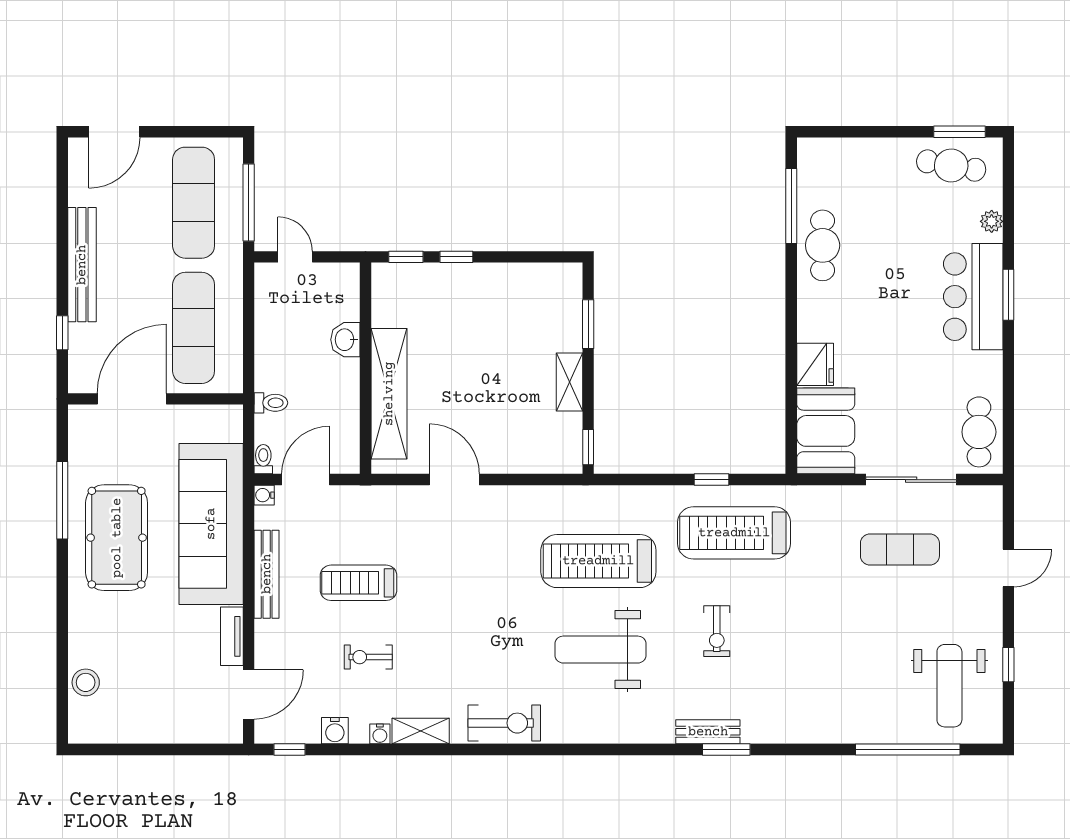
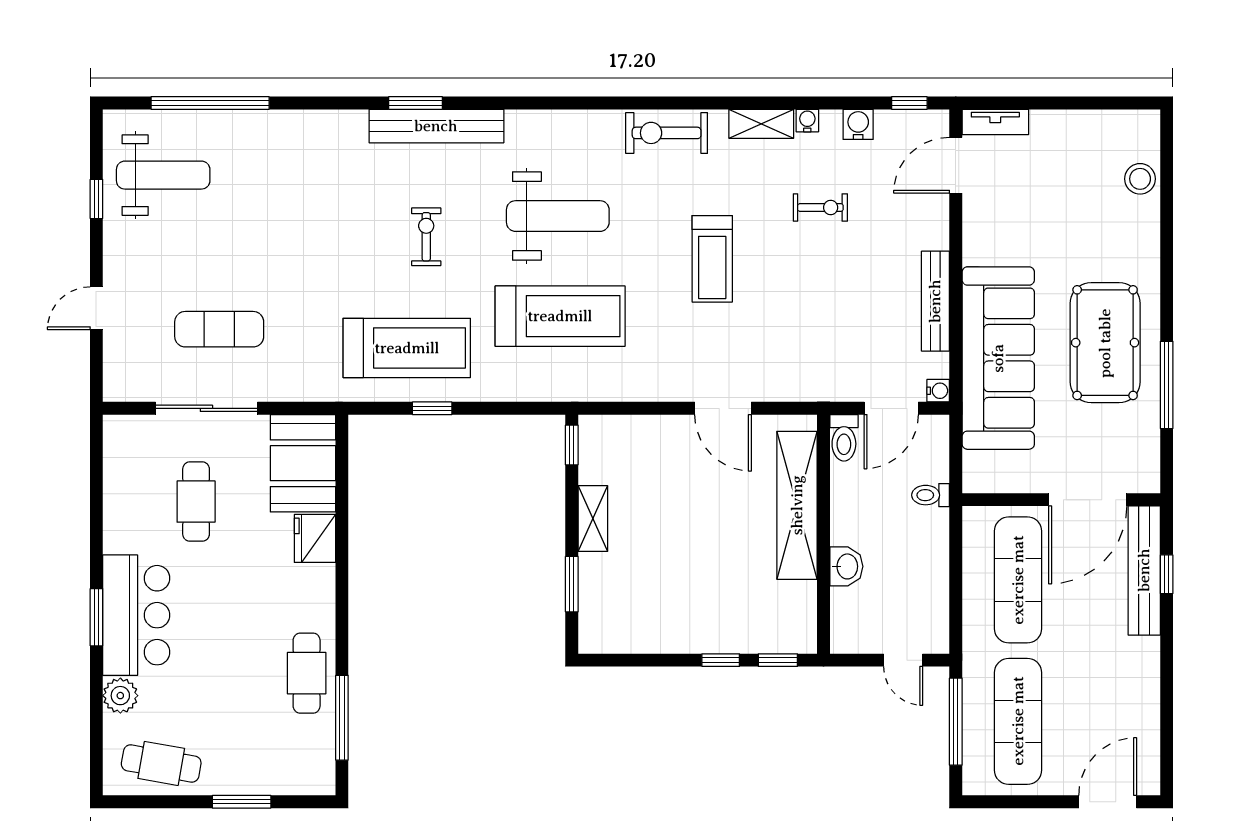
window: (960, 132) -> (242, 802), moved
plant: (992, 221) -> (120, 696), width x1.38, depth x1.38
bench: (82, 265) -> (1144, 570), moved
cafe table: (979, 432) -> (196, 502), moved
toilet: (263, 459) -> (844, 438), moved, width x1.37, depth x1.39
treadmill: (358, 583) -> (712, 259), moved, turned 90
tv unit: (232, 636) -> (995, 122), moved, turned 90
weight bench: (949, 686) -> (163, 175), turned 90
bench: (708, 732) -> (436, 126), width x1.86, depth x1.21

